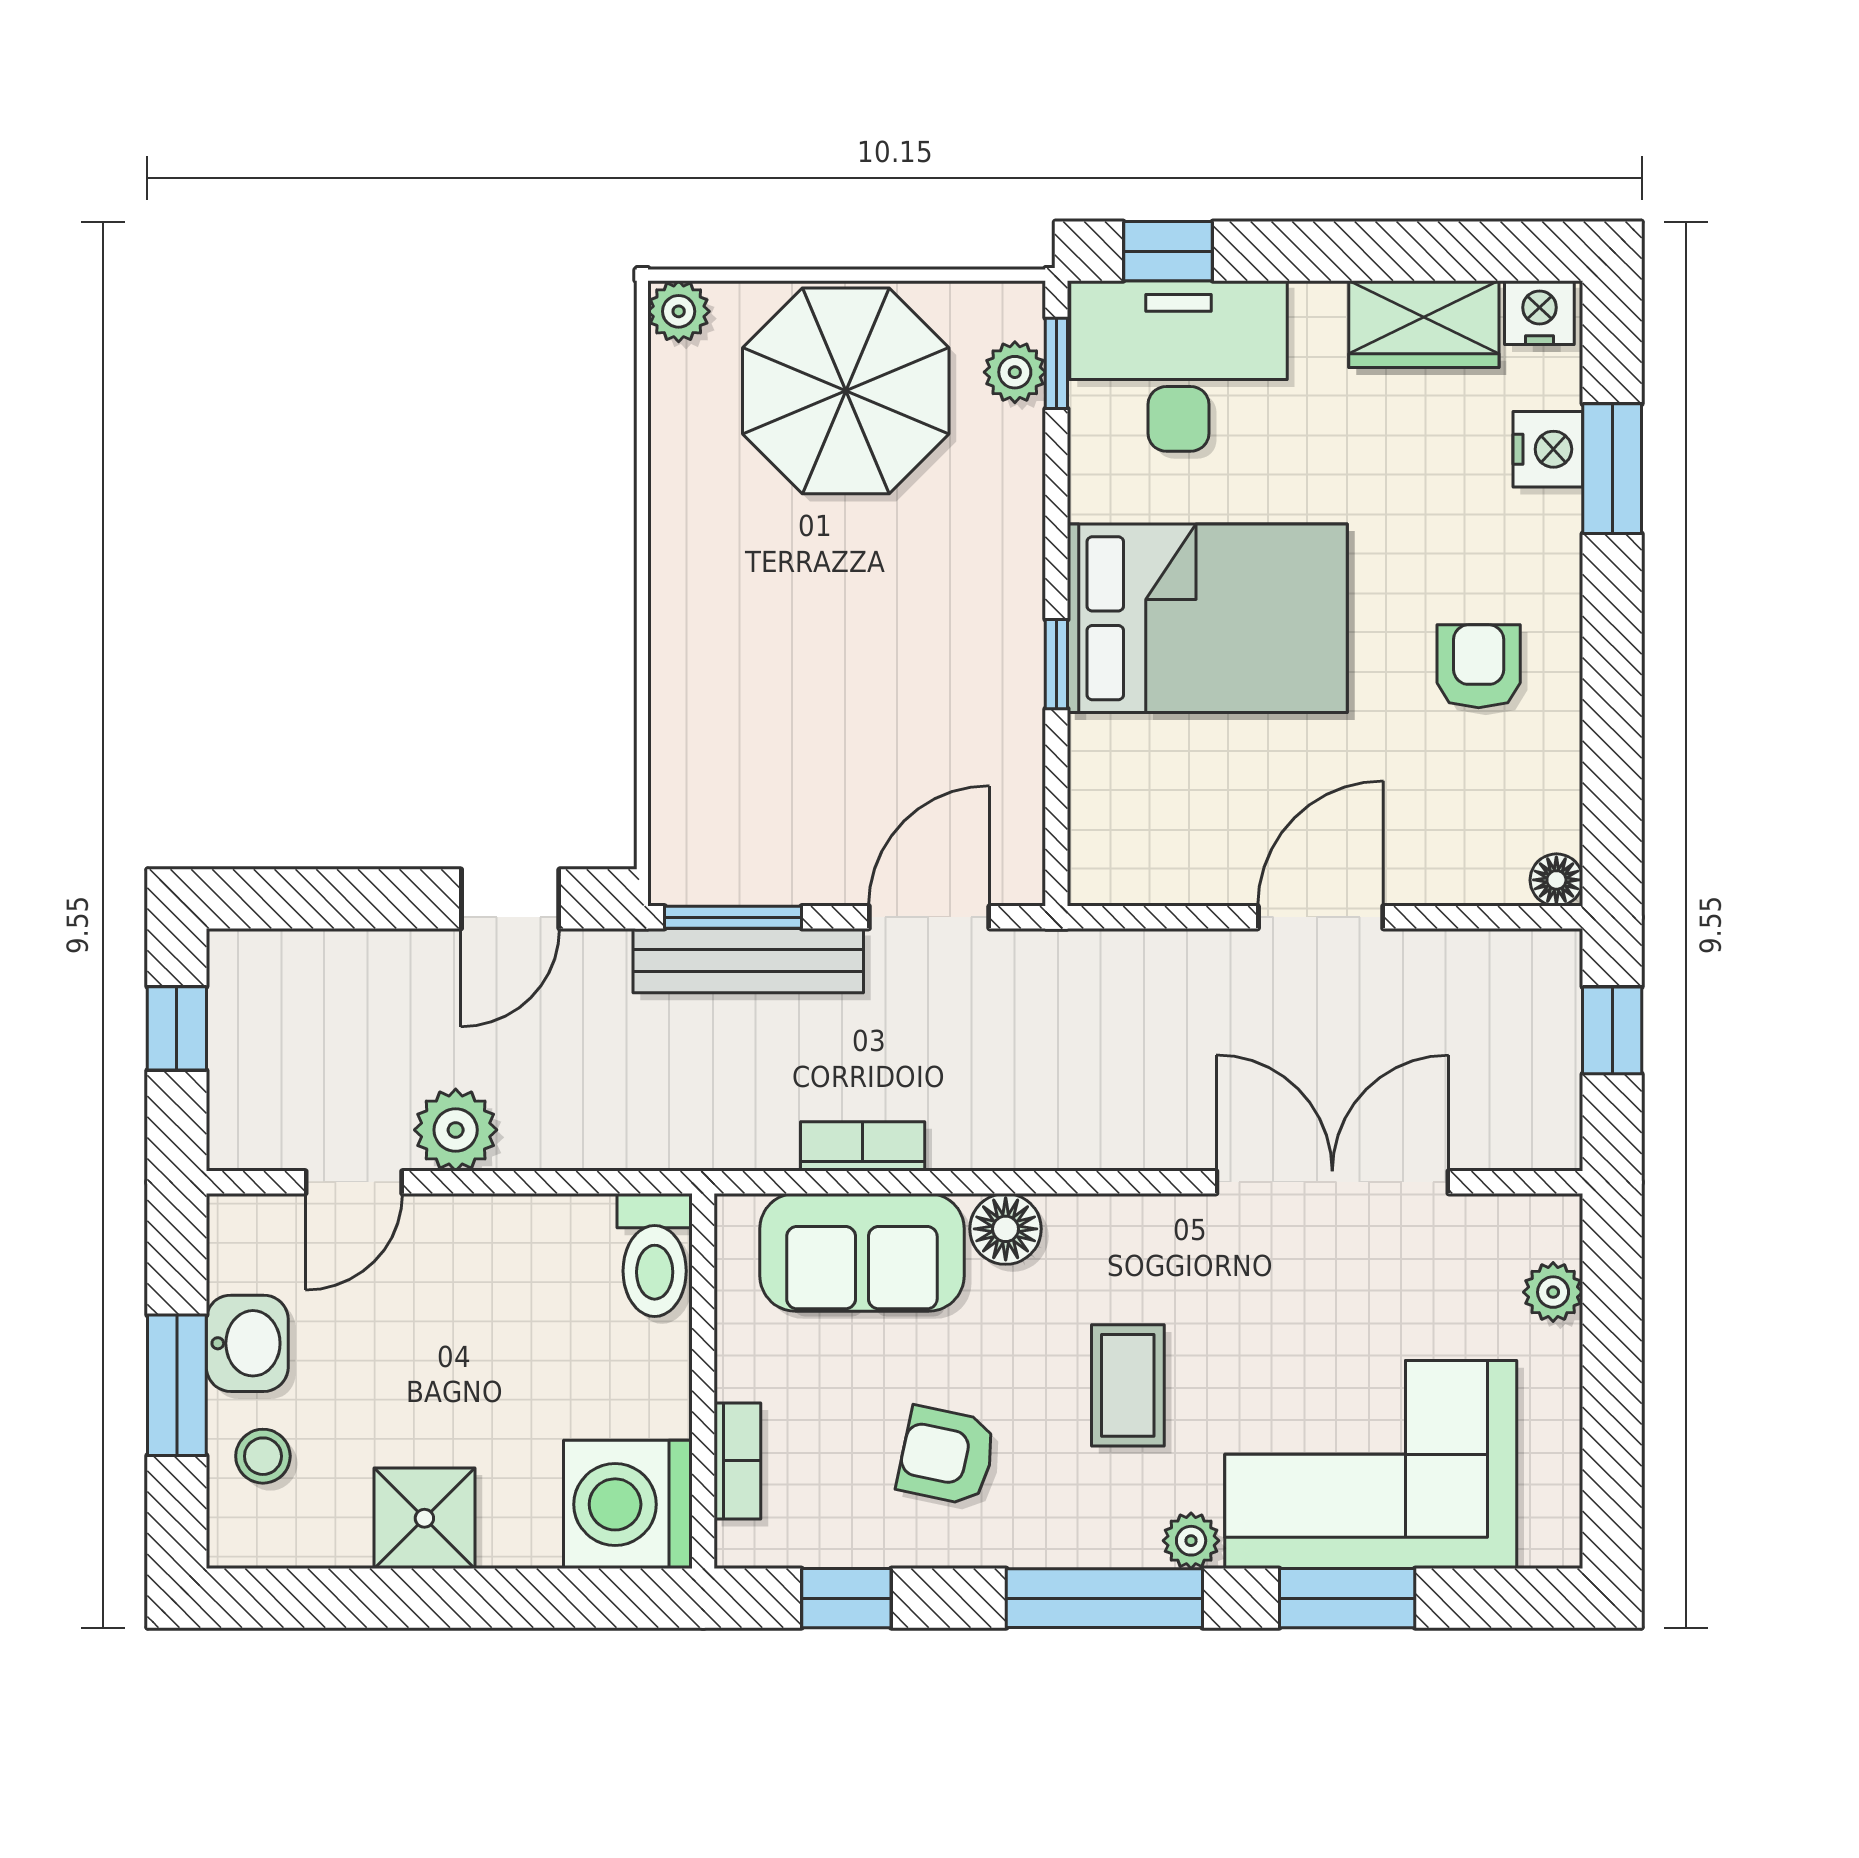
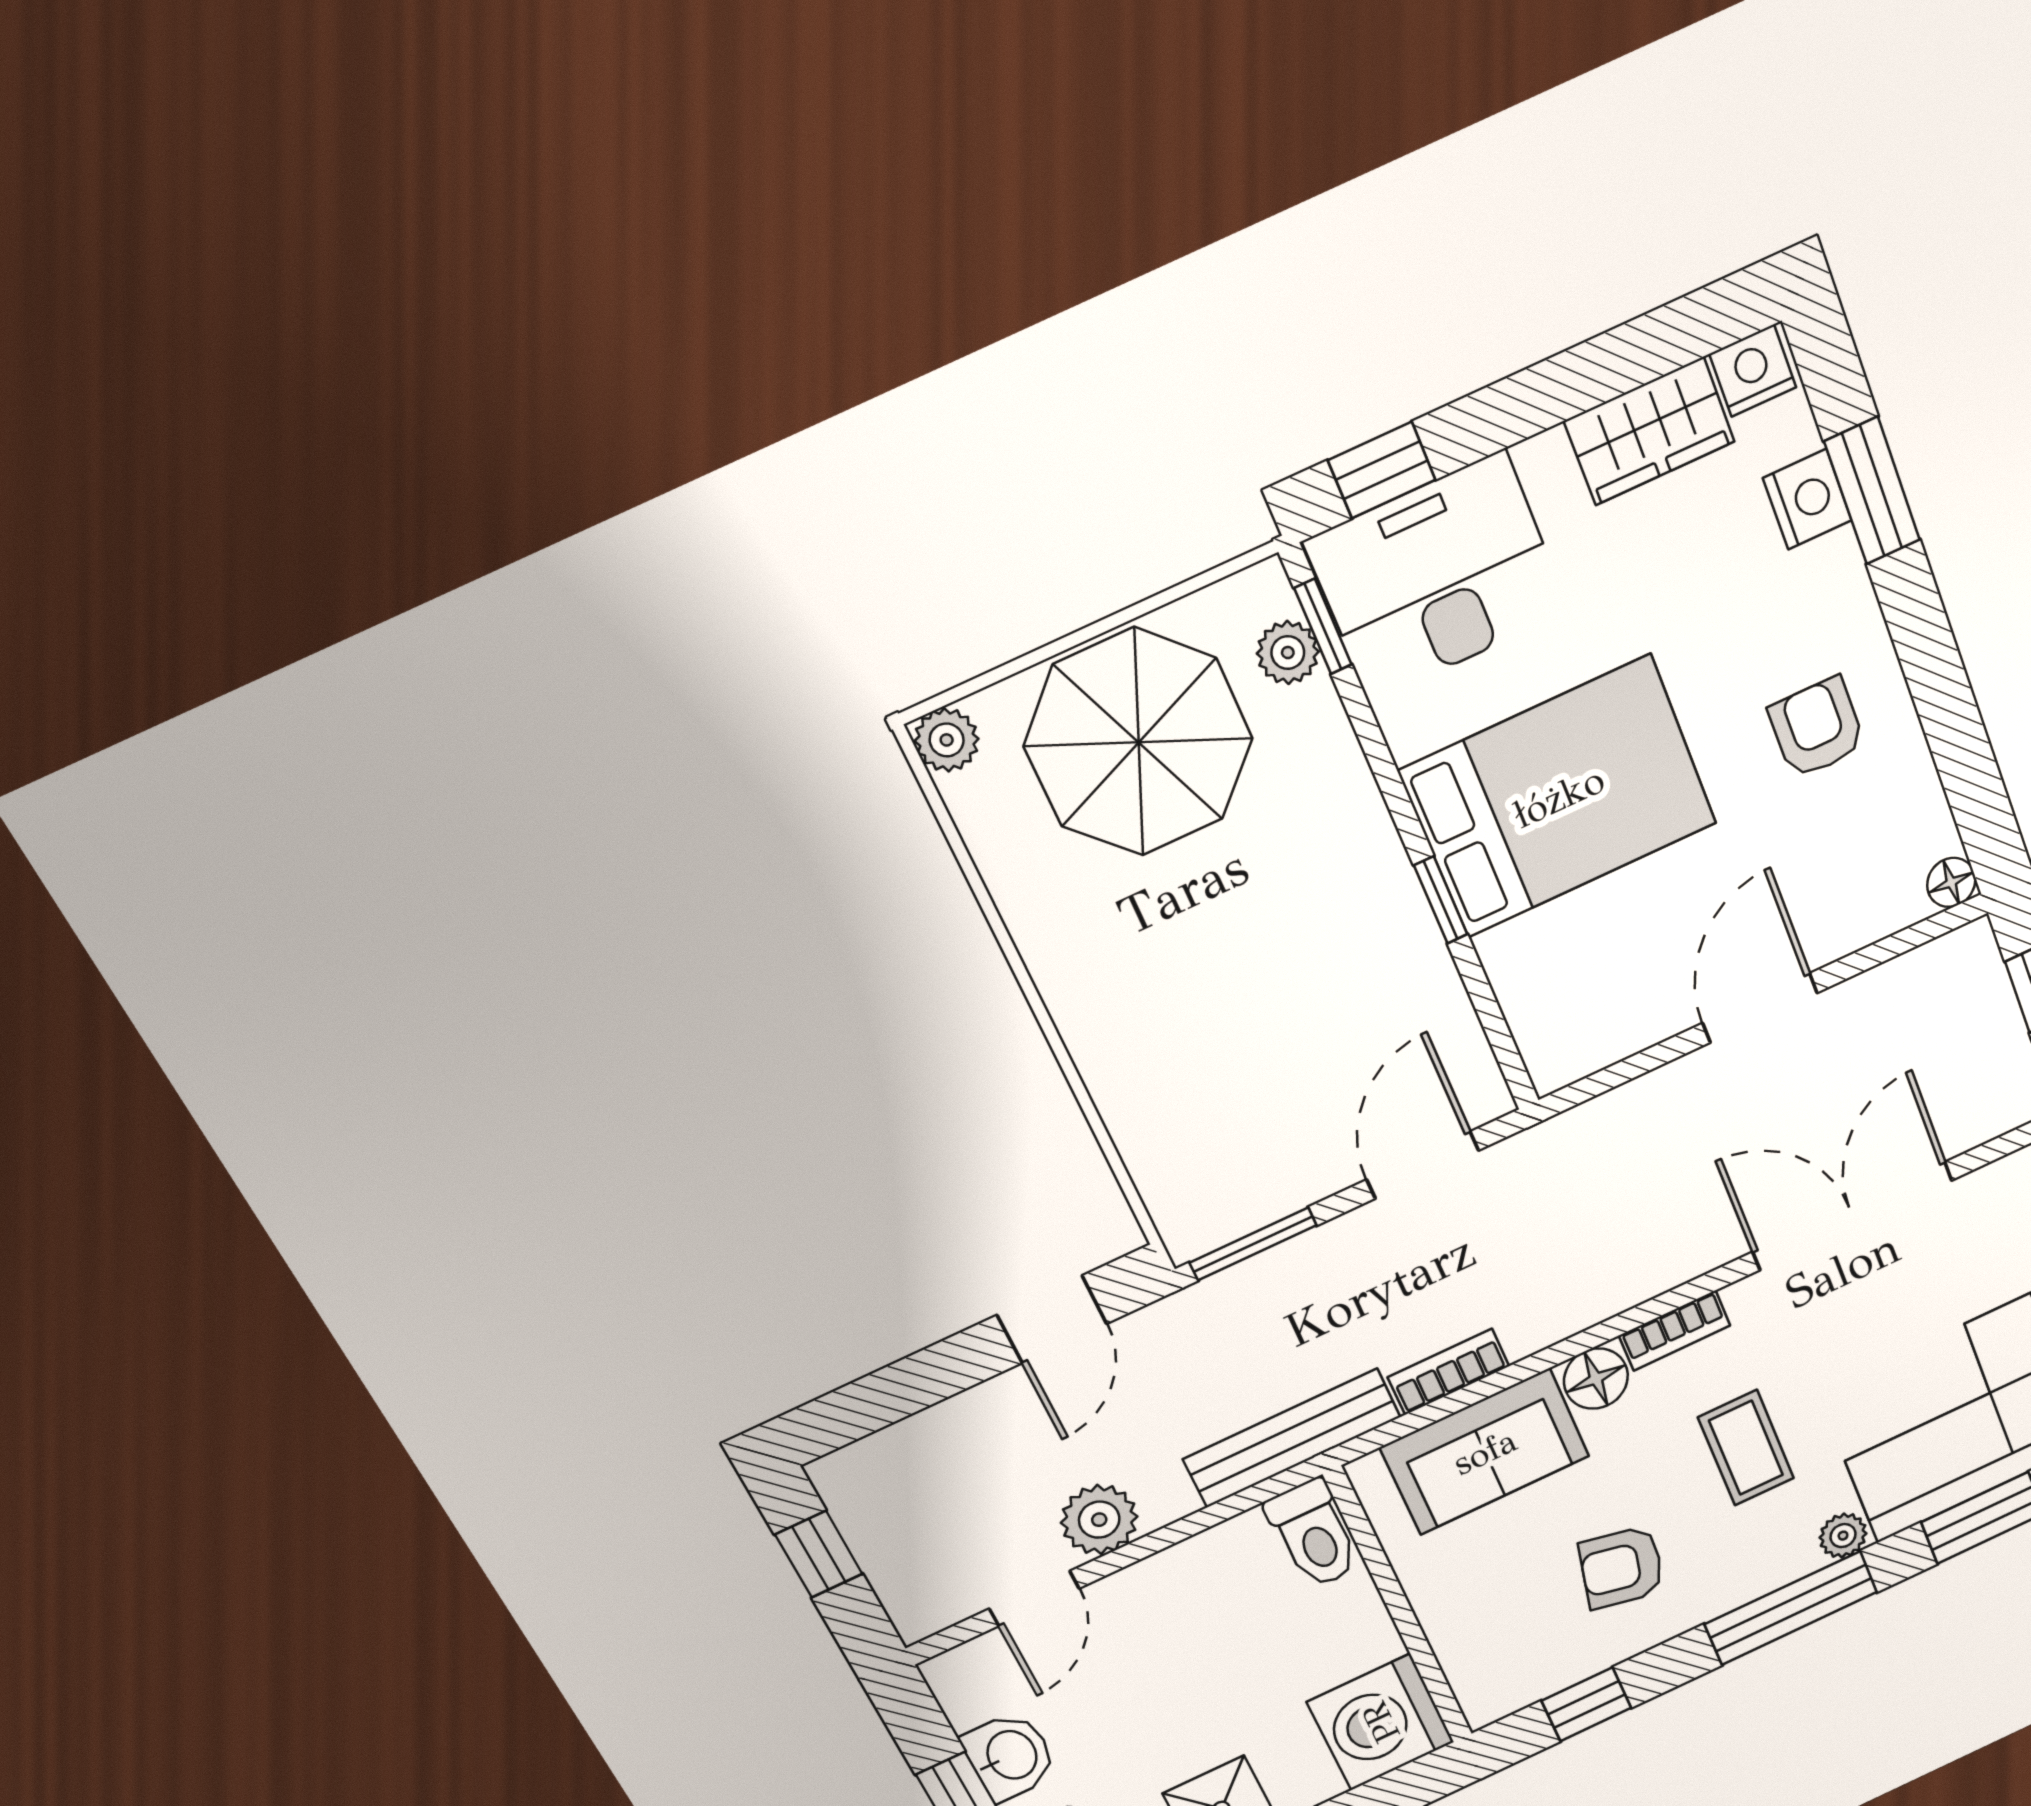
bench: (748, 961) -> (1292, 1438), moved
bookcase: (737, 1461) -> (1675, 1331), moved, turned 90

